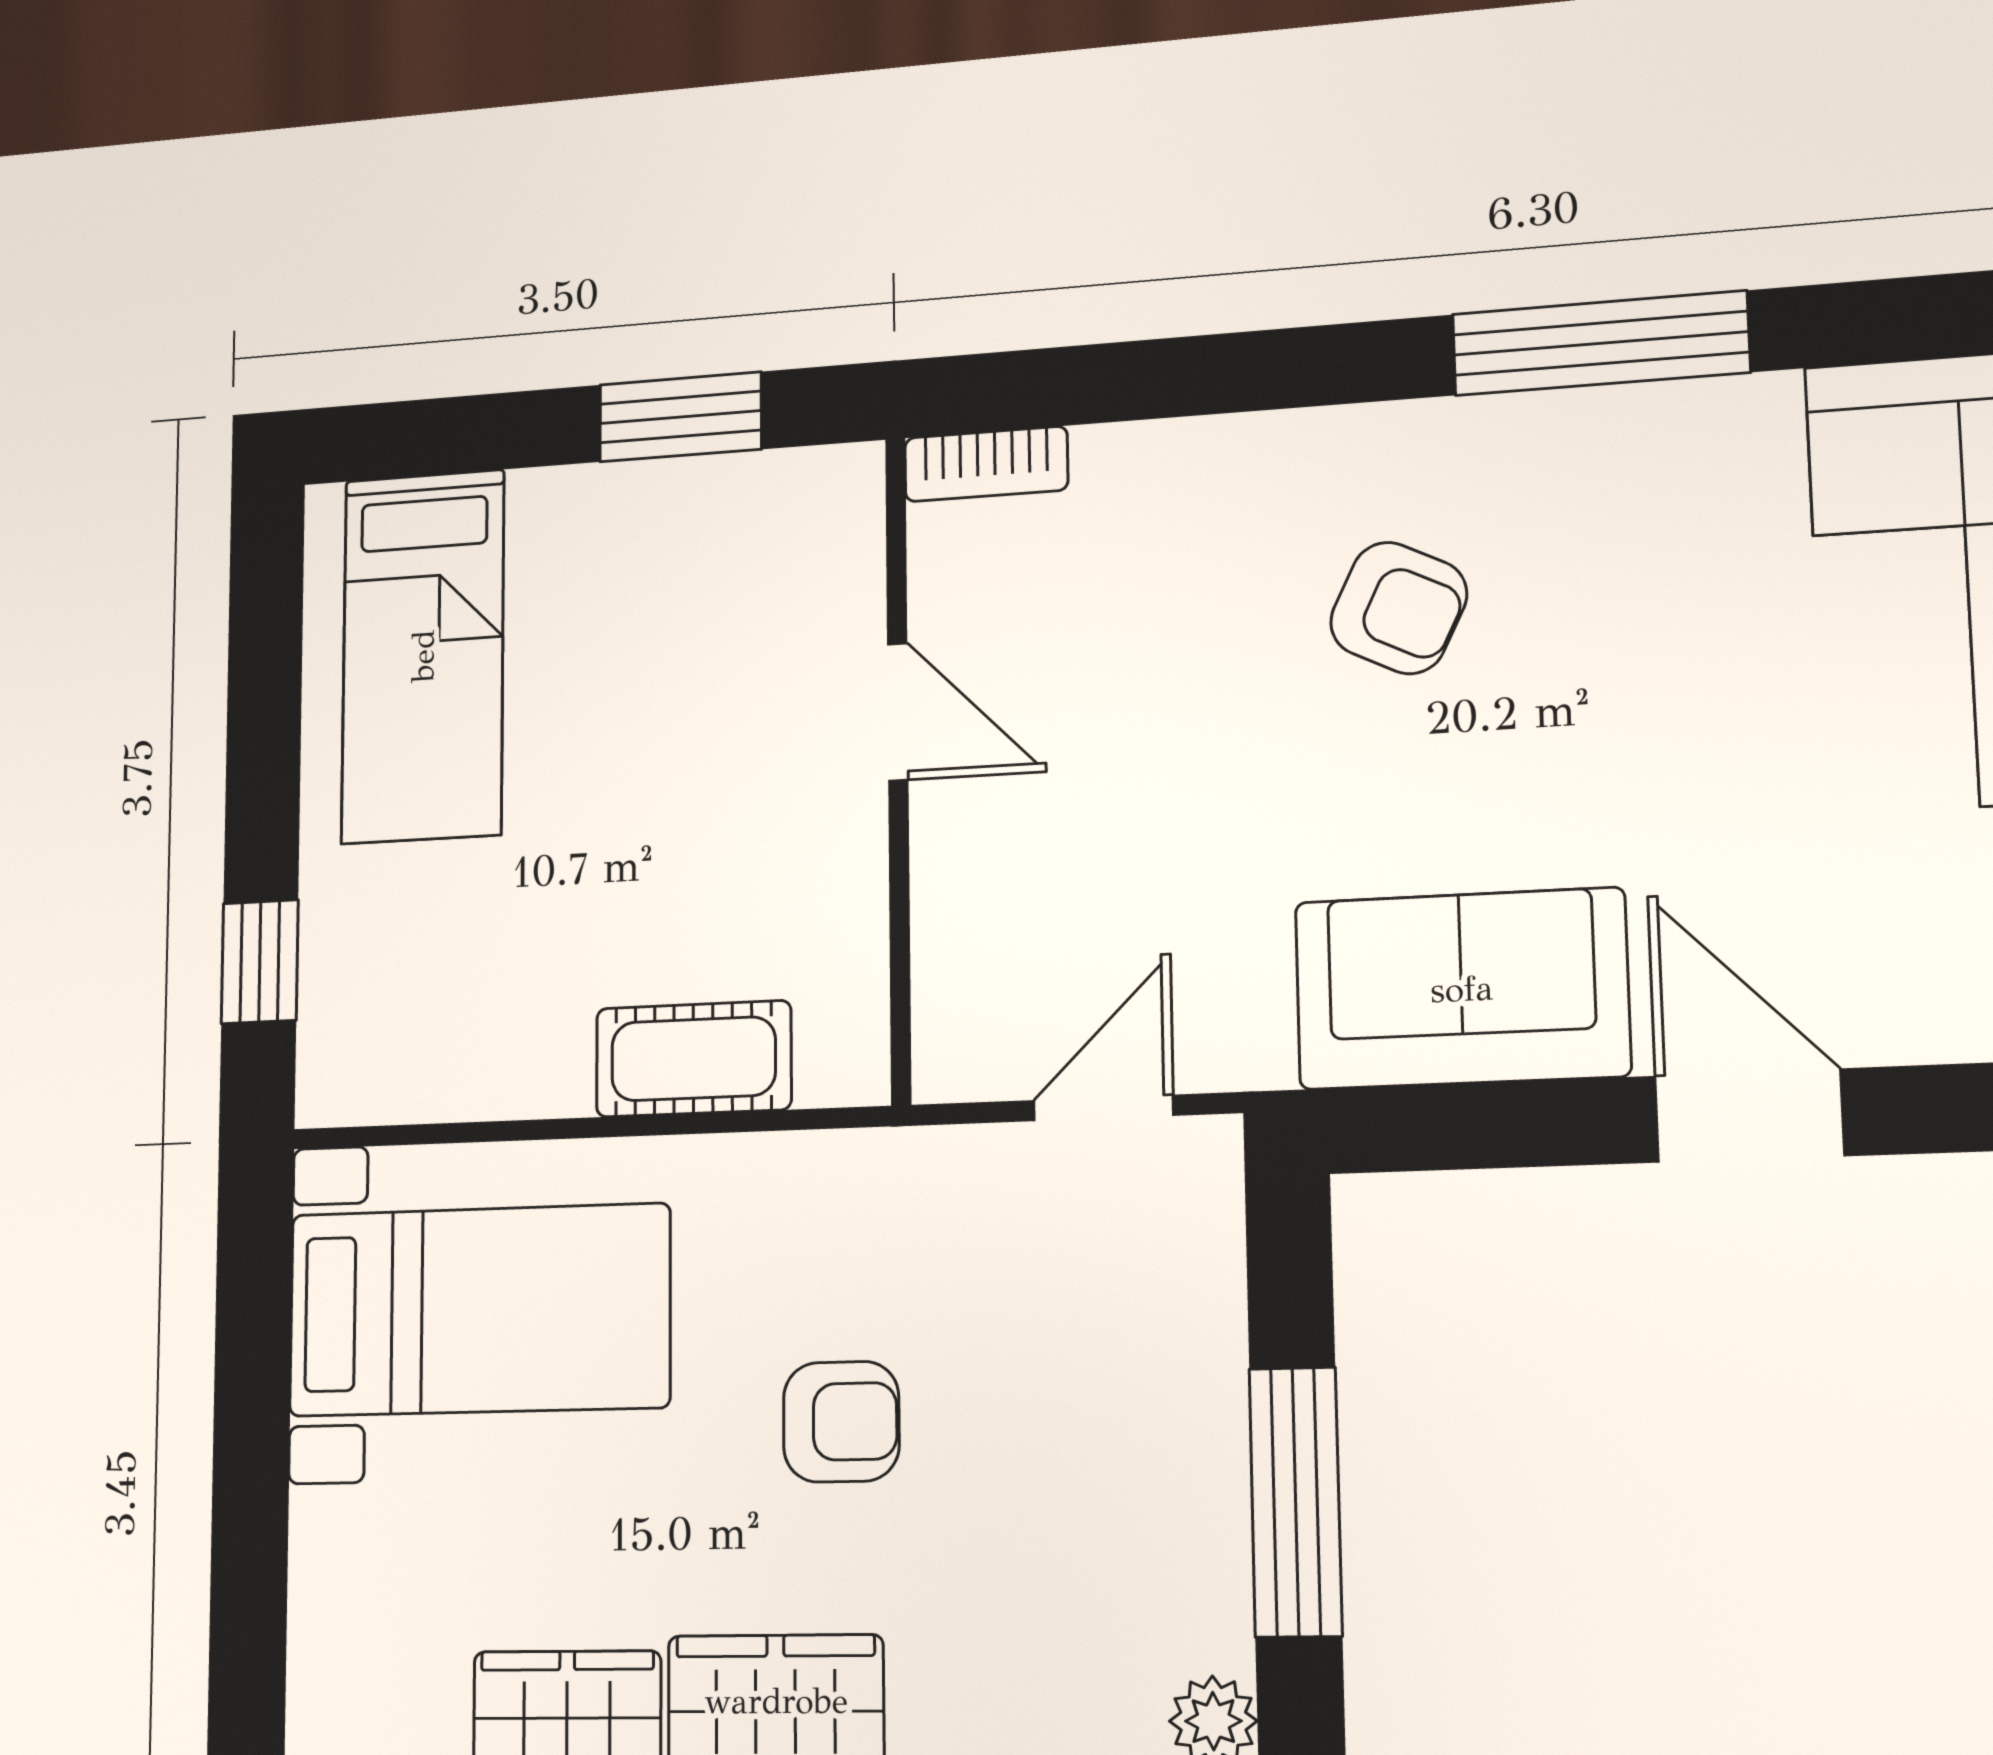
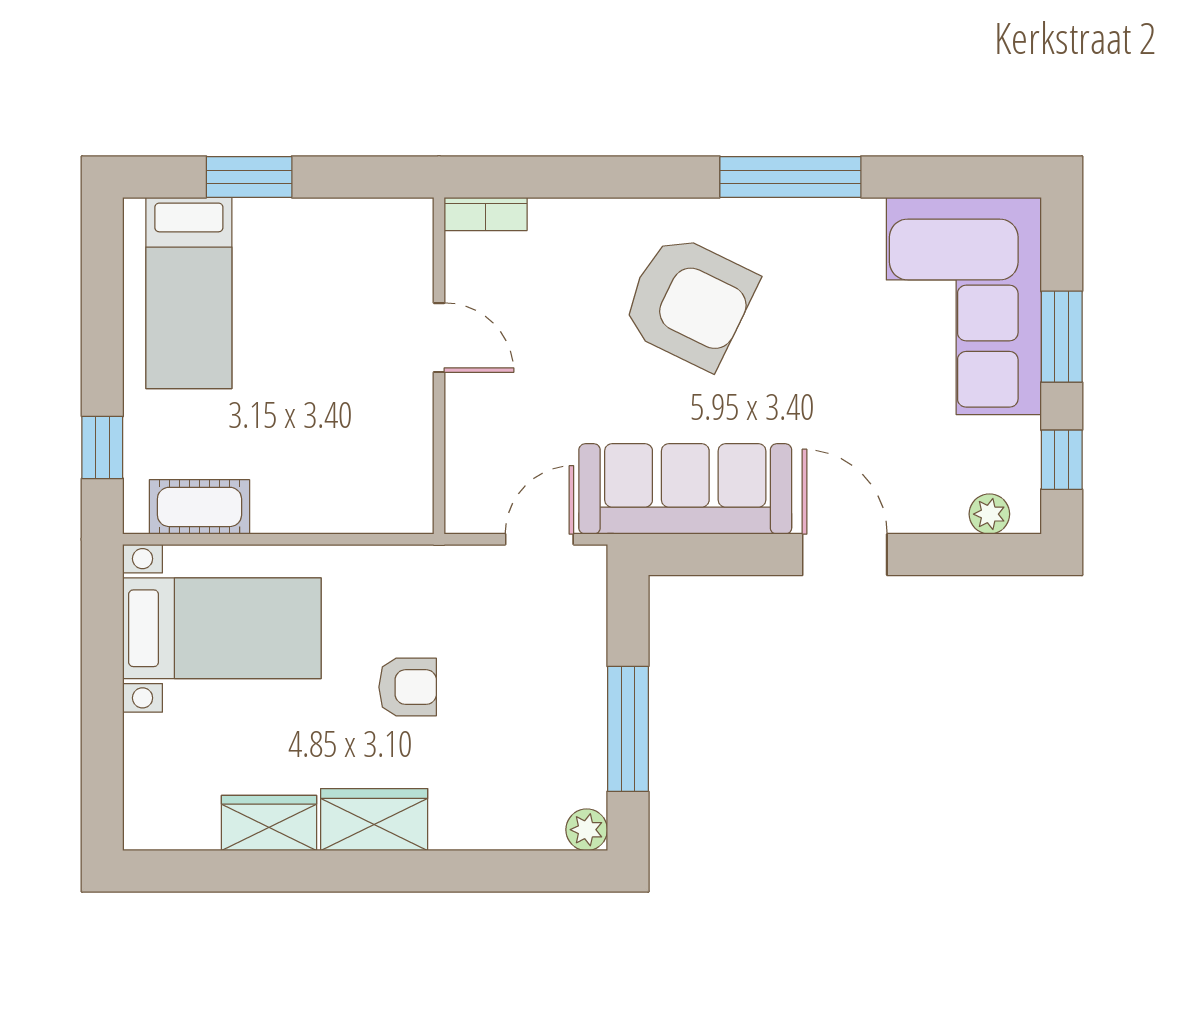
window: (680, 417) -> (249, 177), moved
armchair: (1399, 608) -> (689, 302), width x1.88, depth x1.88
sofa: (1462, 989) -> (685, 489), width x1.36
cot: (694, 1059) -> (199, 507), moved

